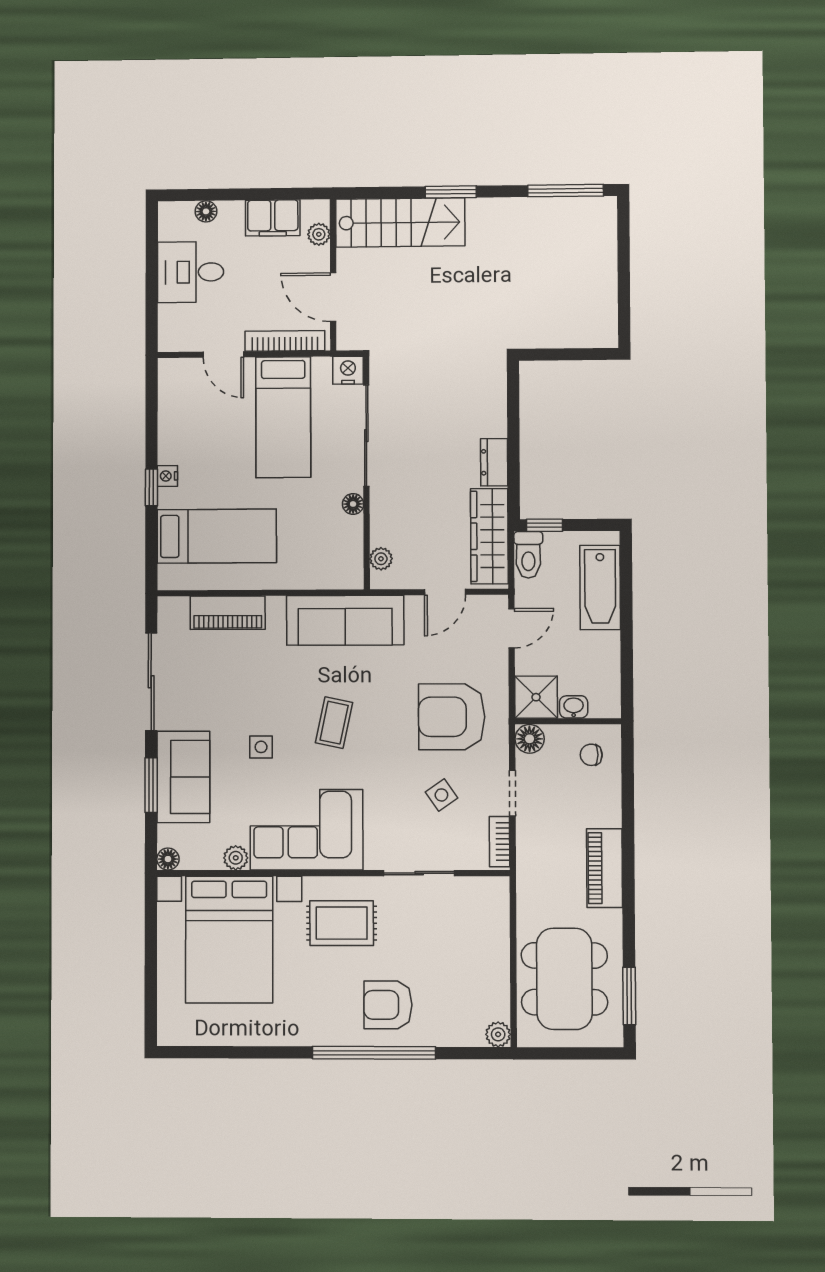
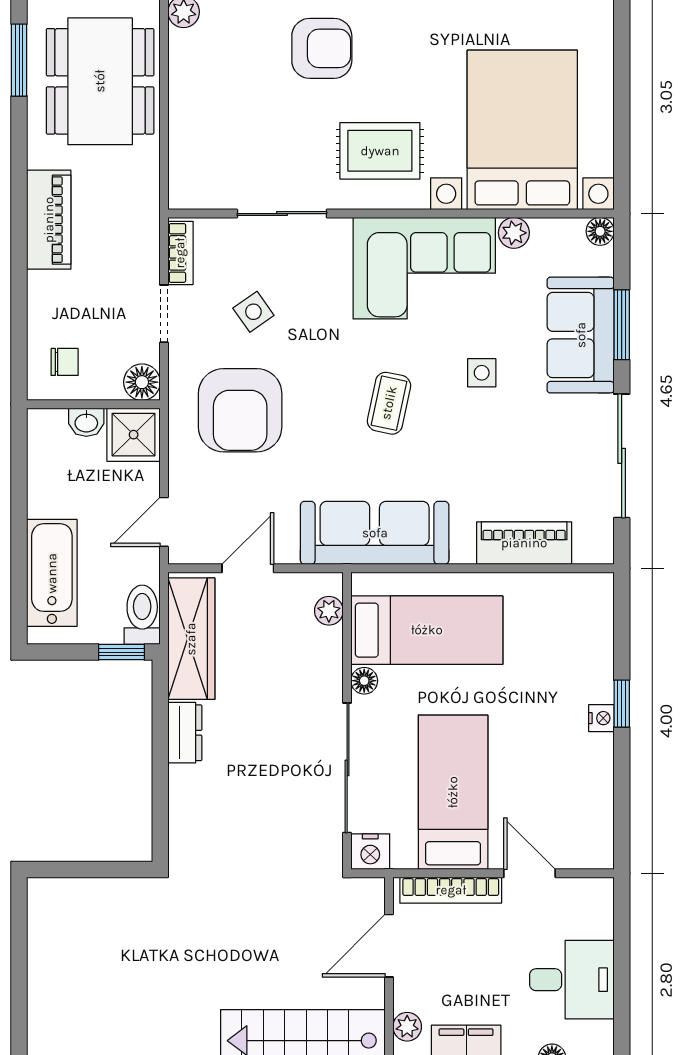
door: (333, 297) -> (389, 946), swing flipped
bed: (217, 536) -> (427, 630), moved, turned 180
armchair: (452, 717) -> (240, 410), turned 90

